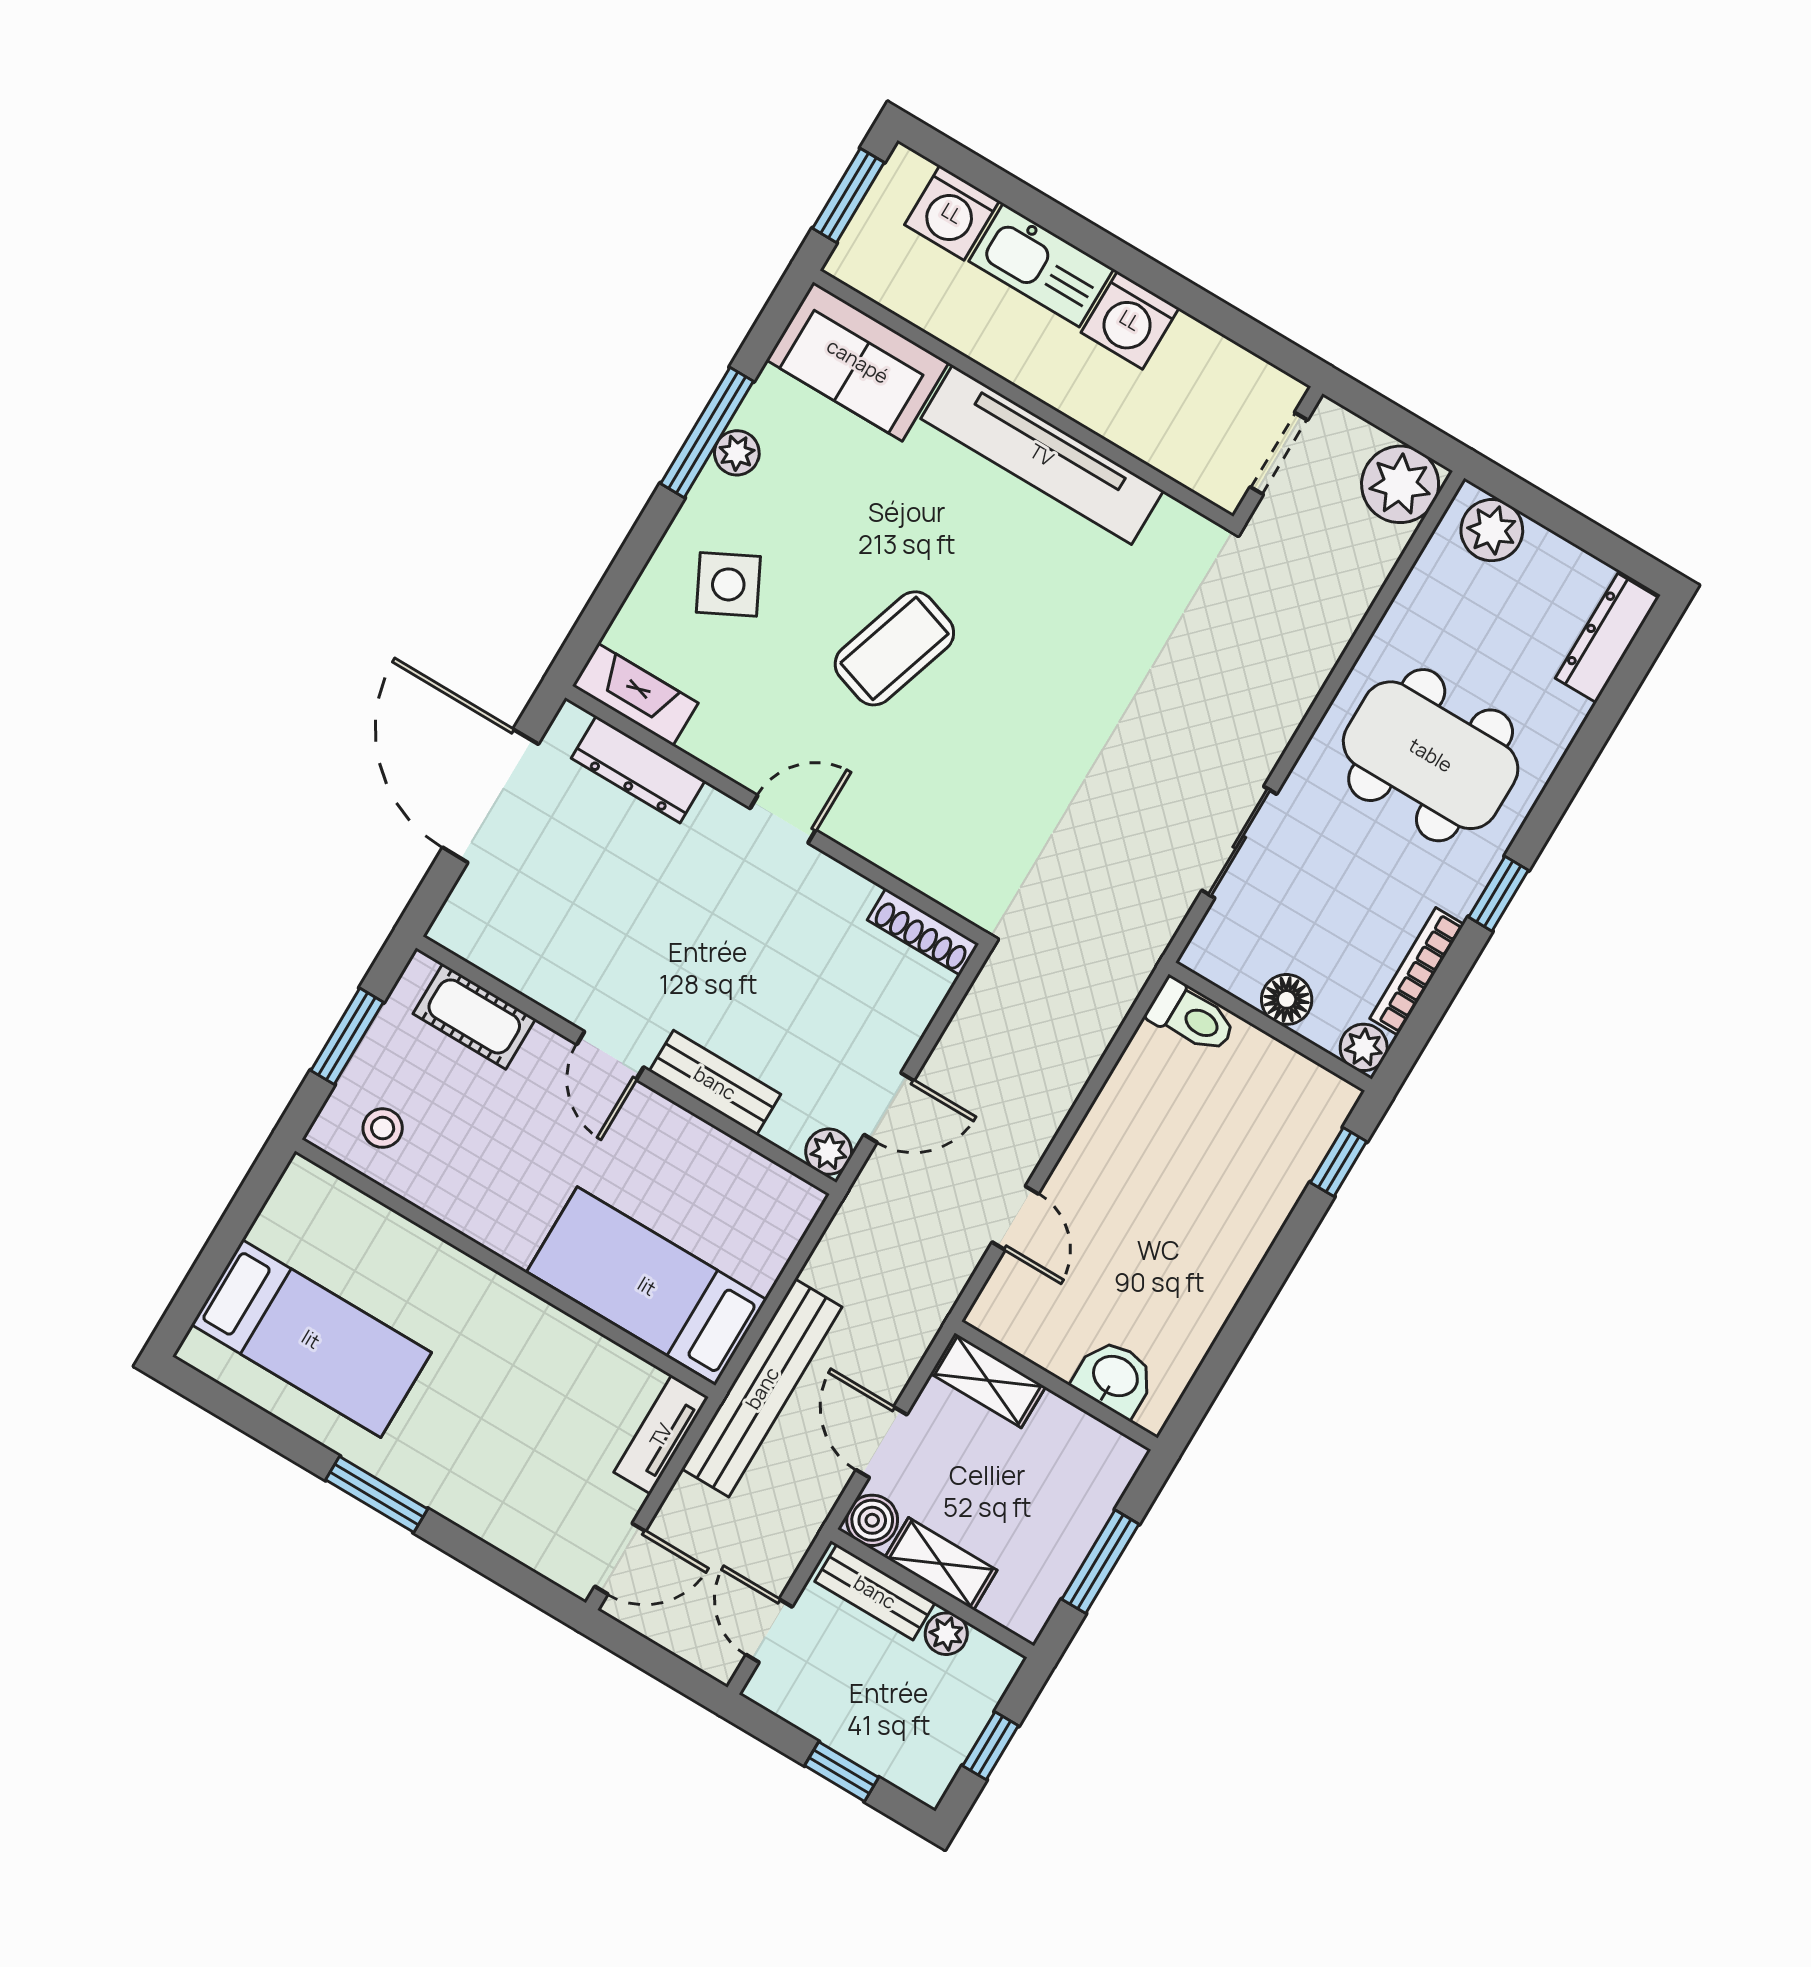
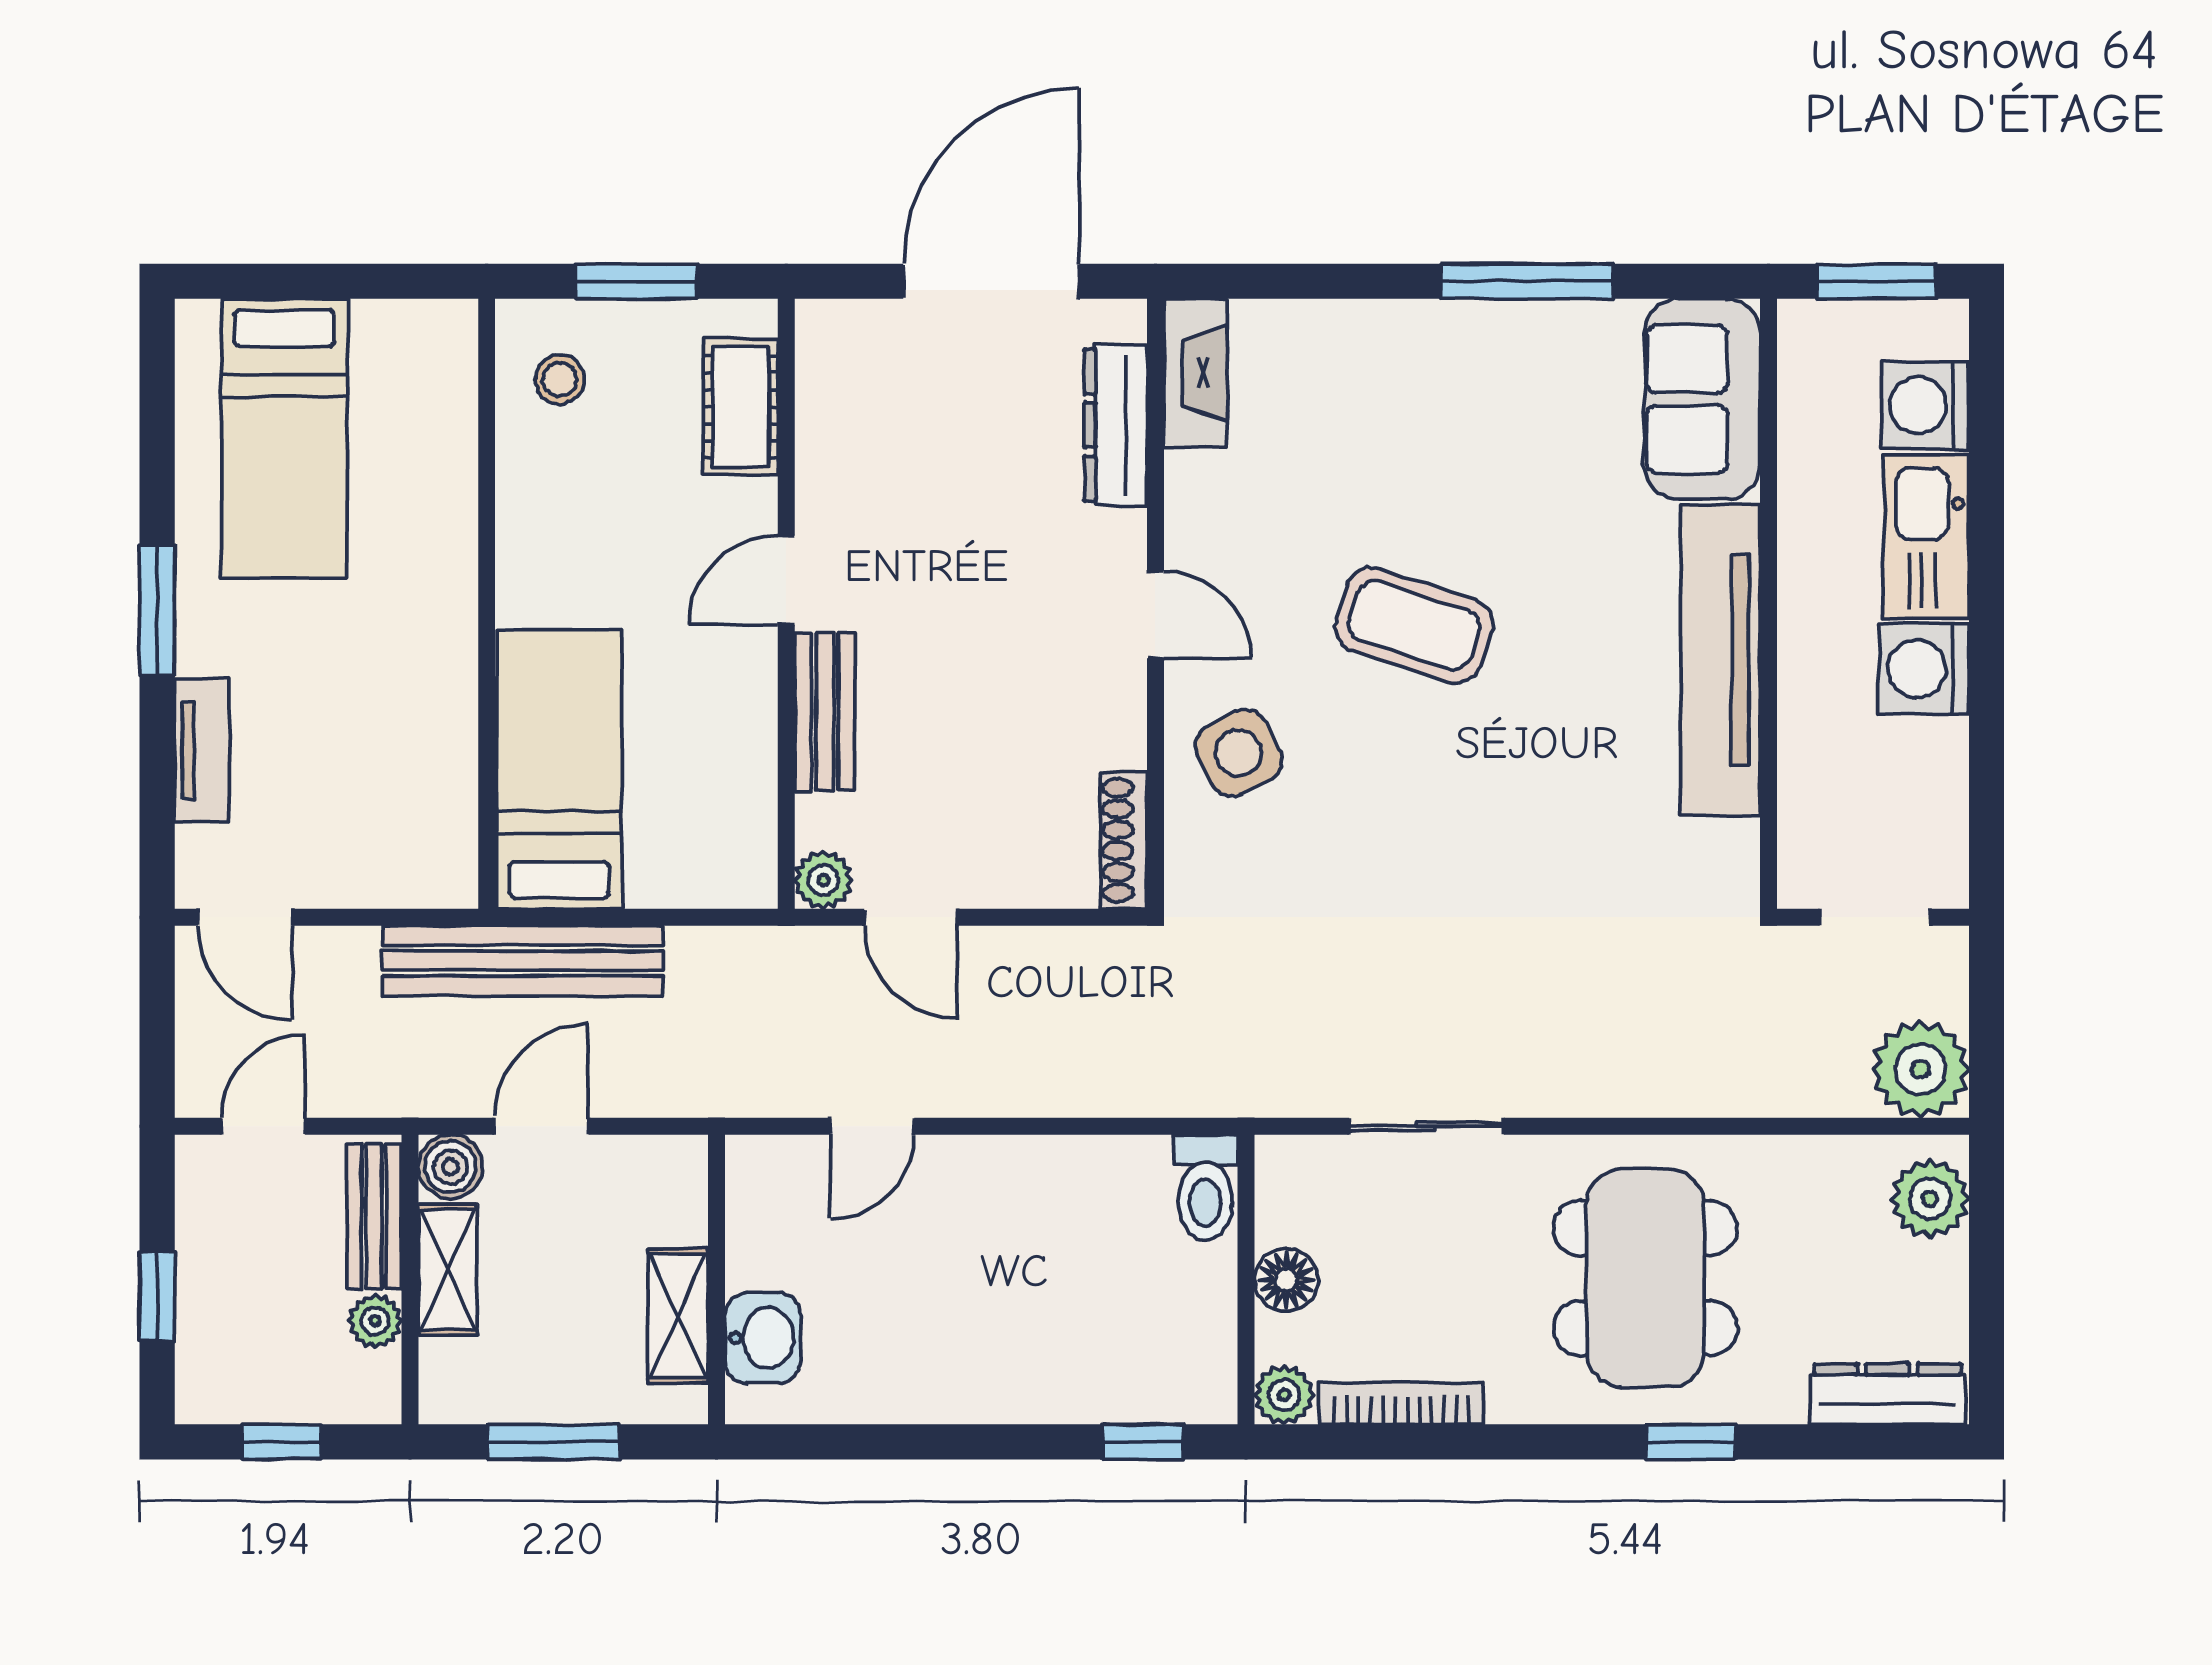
plant: (737, 453) -> (1524, 327), removed
side table: (728, 584) -> (1239, 753), moved
window: (1499, 894) -> (1691, 1442), moved
shelving: (988, 1380) -> (678, 1316), moved
tv unit: (661, 1435) -> (202, 751), moved, turned 90

